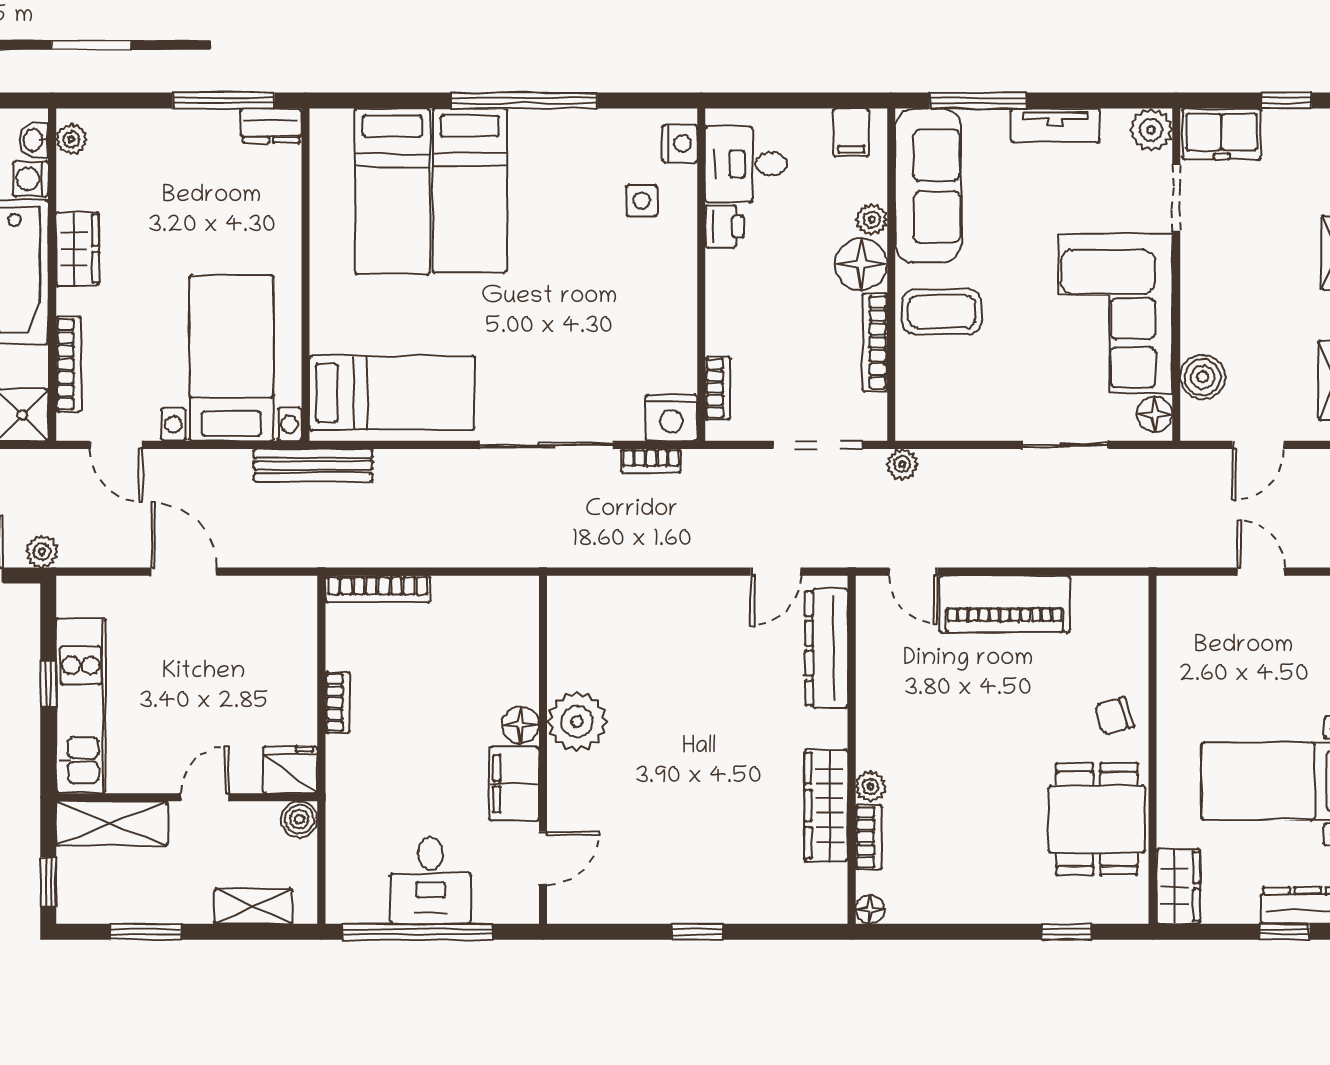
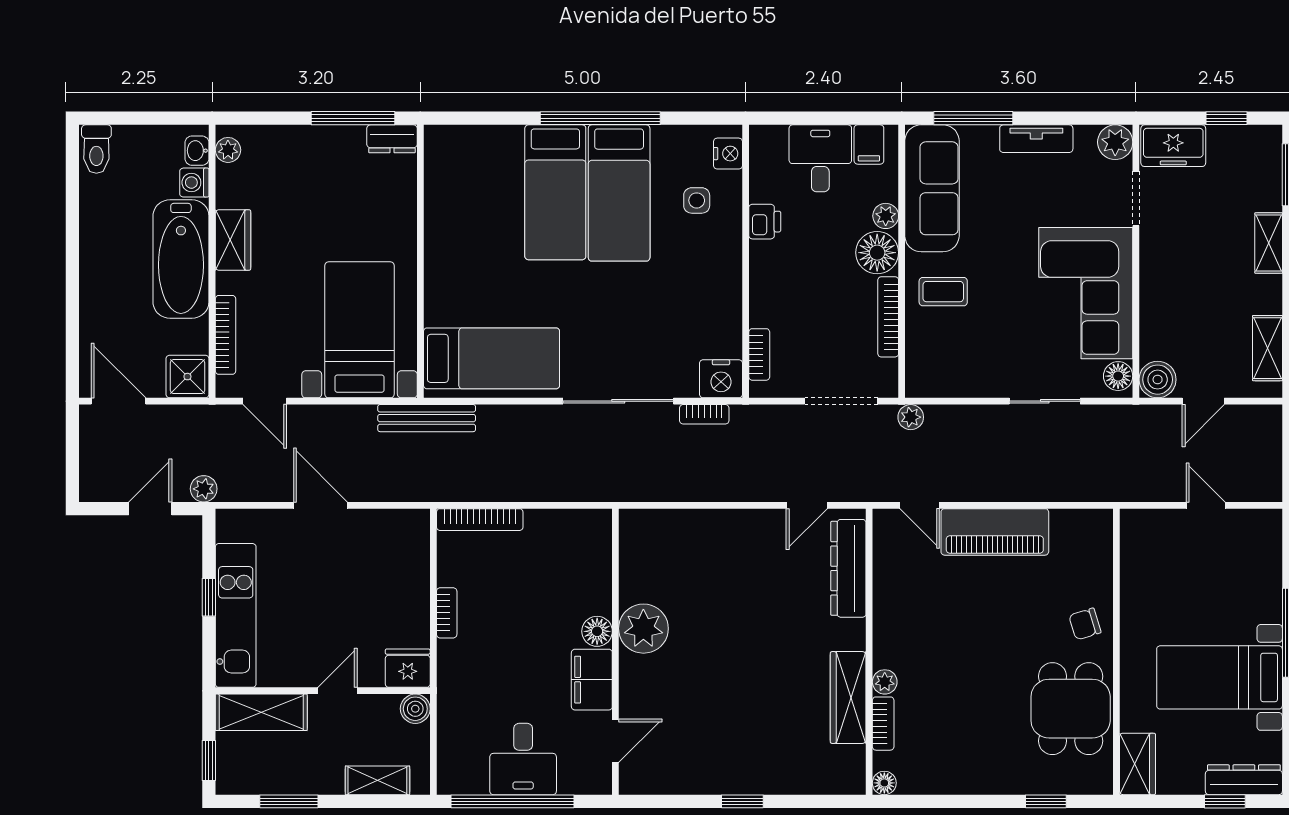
desk: (746, 164) -> (820, 158), moved, turned 90
bed: (392, 192) -> (619, 193), moved
coffee table: (942, 312) -> (943, 292), width x0.73, depth x0.77
boiler: (1203, 377) -> (1158, 380), moved

